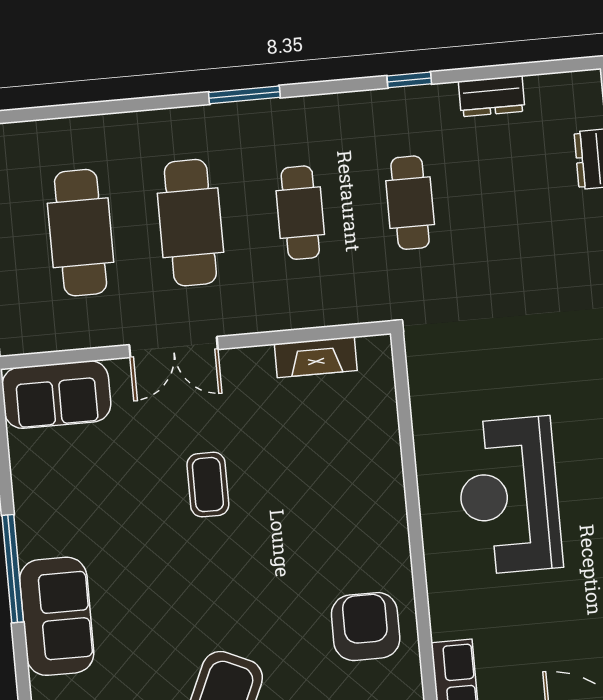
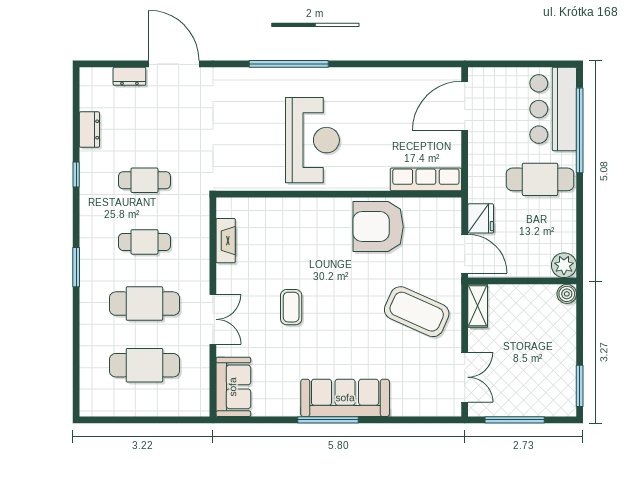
coffee table: (208, 485) -> (291, 307), turned 90
reception desk: (509, 496) -> (312, 140), turned -90
sofa: (57, 616) -> (345, 398), width x1.36
armchair: (366, 627) -> (378, 227), width x1.36, depth x1.36

